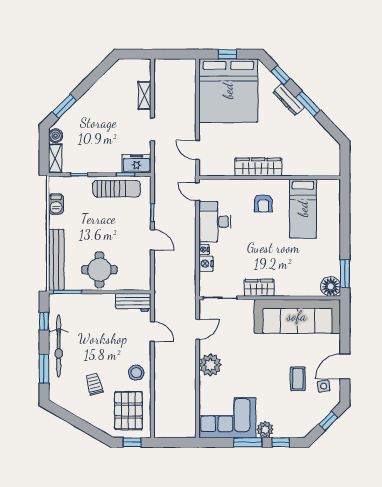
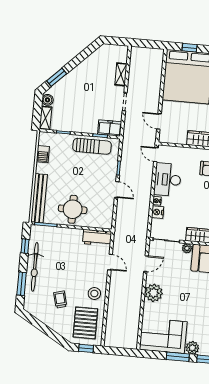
plant: (247, 306) -> (187, 248), added

